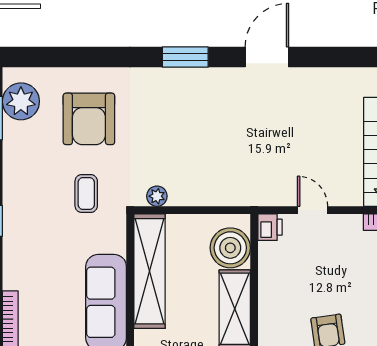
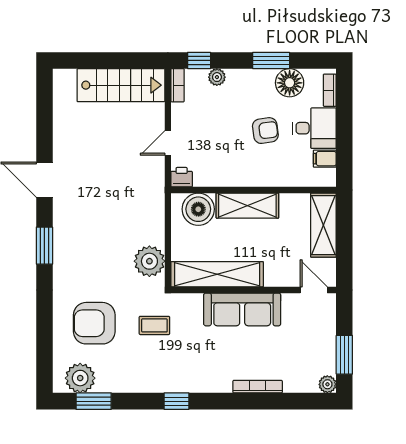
armchair: (89, 119) -> (94, 323), turned 180
plant: (157, 196) -> (149, 261), width x1.88, depth x1.88

